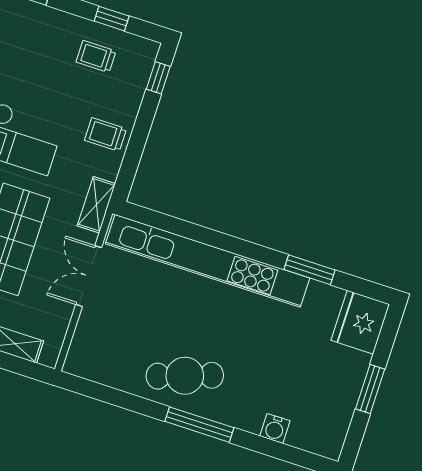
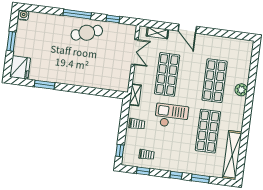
kitchen unit: (208, 261) -> (86, 81), removed
double door: (89, 276) -> (135, 52), moved
window: (116, 397) -> (113, 19), added
water cooler: (275, 428) -> (24, 15), moved

